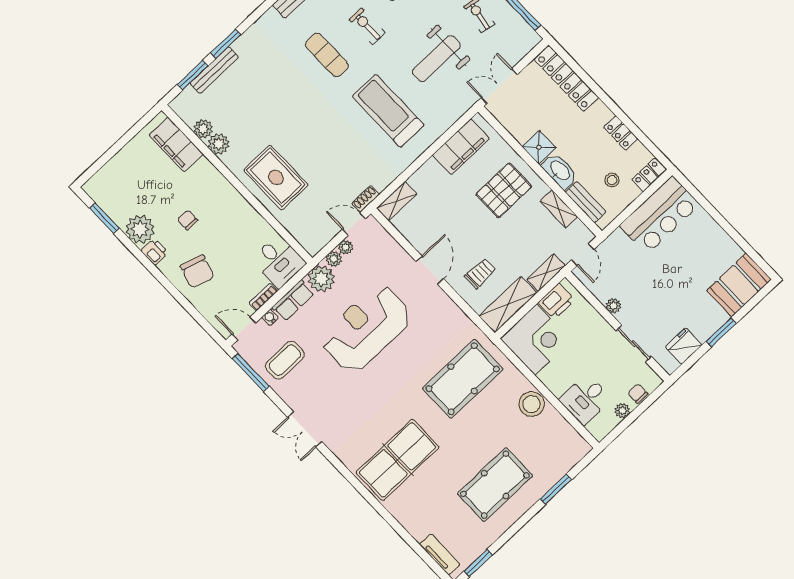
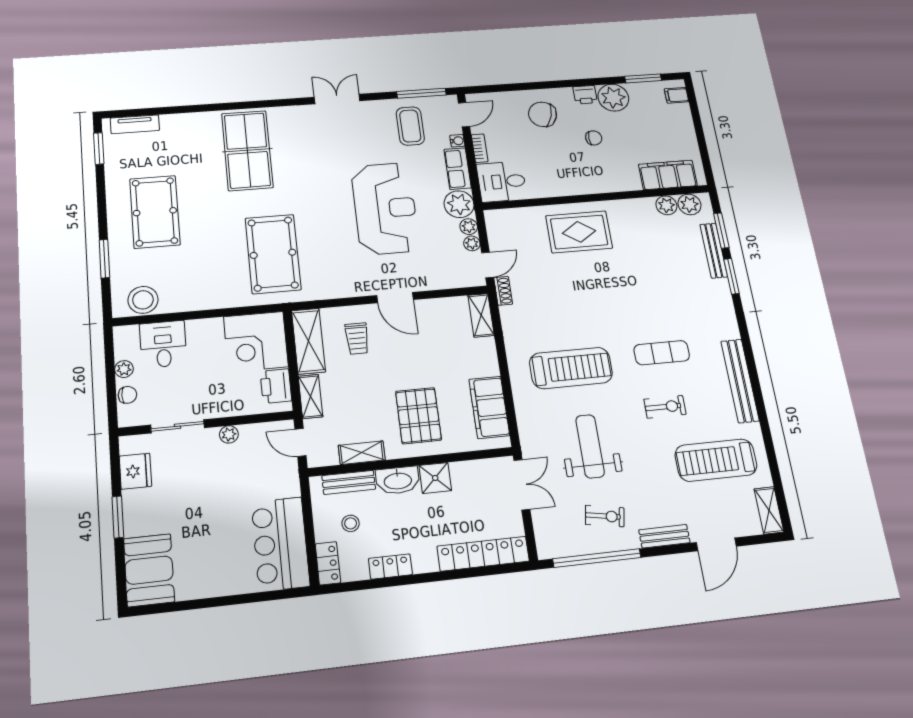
plant: (219, 144) -> (689, 204), moved
filing cabinet: (99, 183) -> (677, 95), added
stool: (532, 404) -> (143, 300), moved

